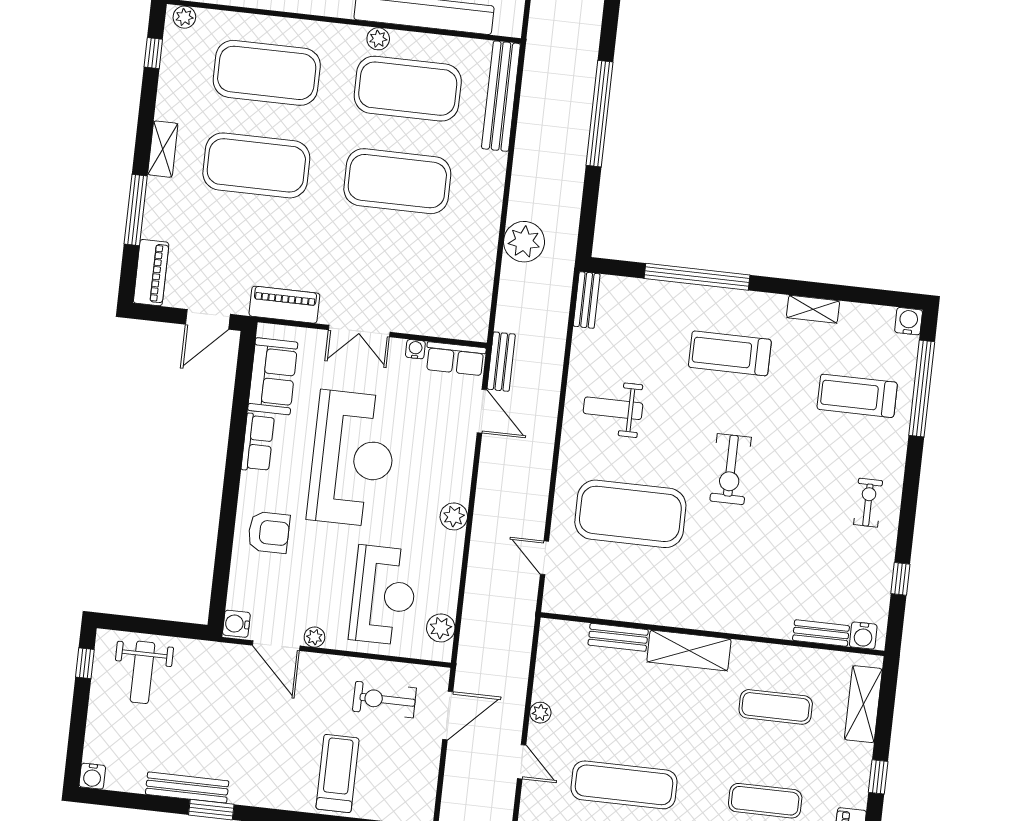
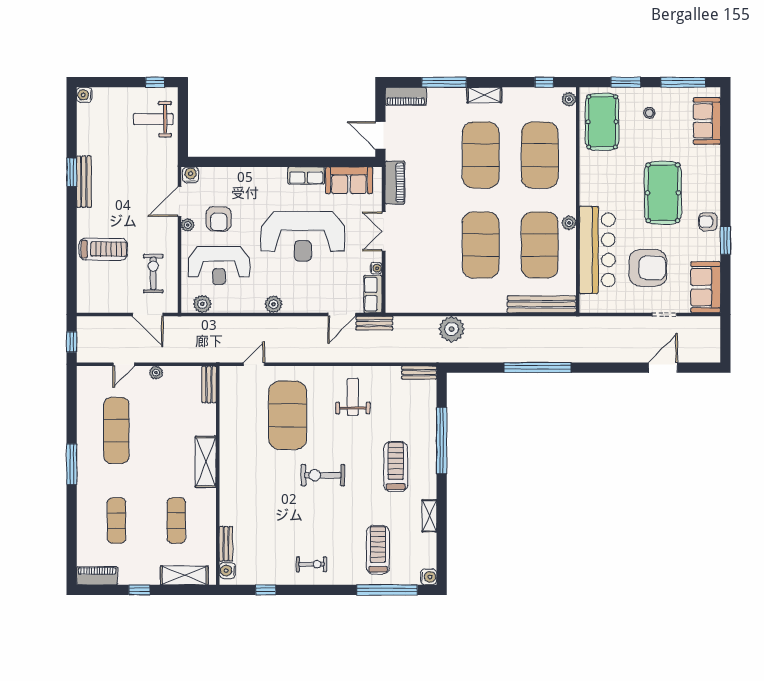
armchair: (269, 532) -> (219, 219), moved
bench: (618, 637) -> (209, 384), moved
bench: (187, 788) -> (84, 182), moved

